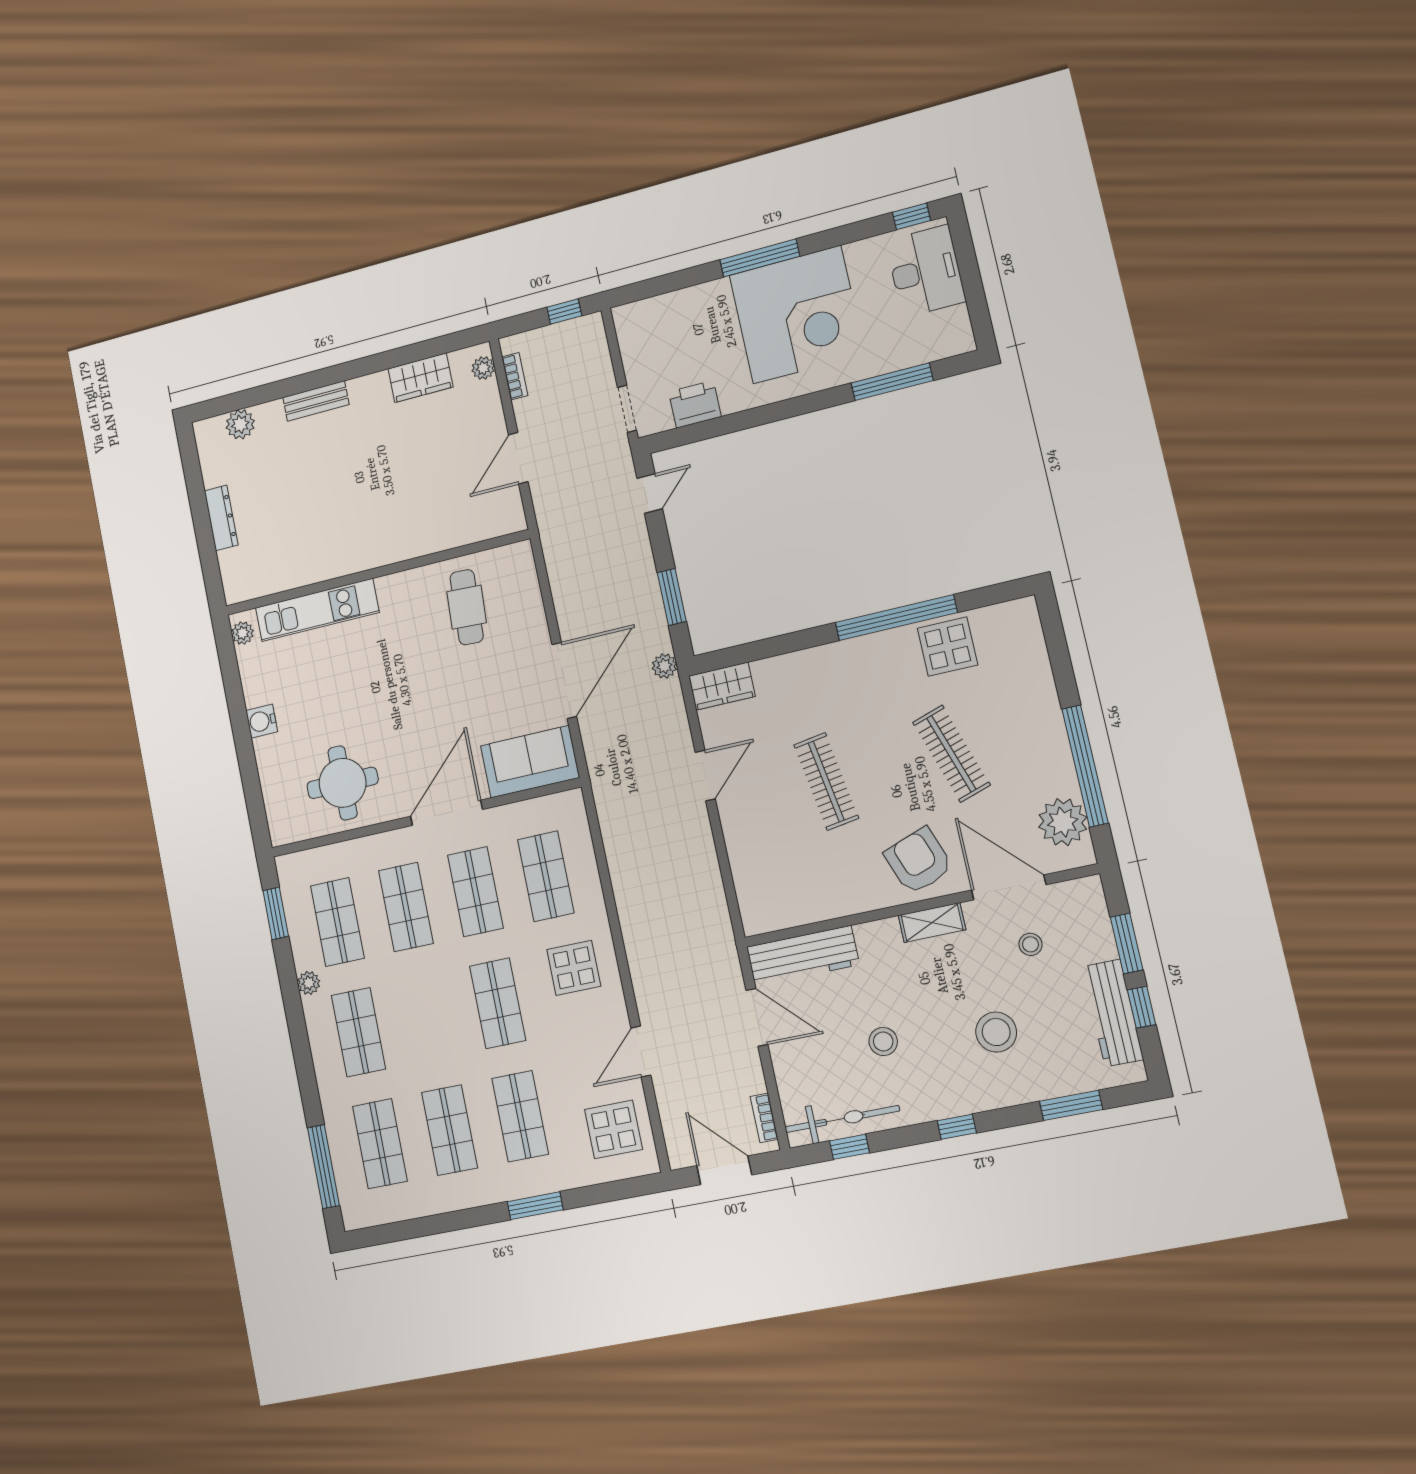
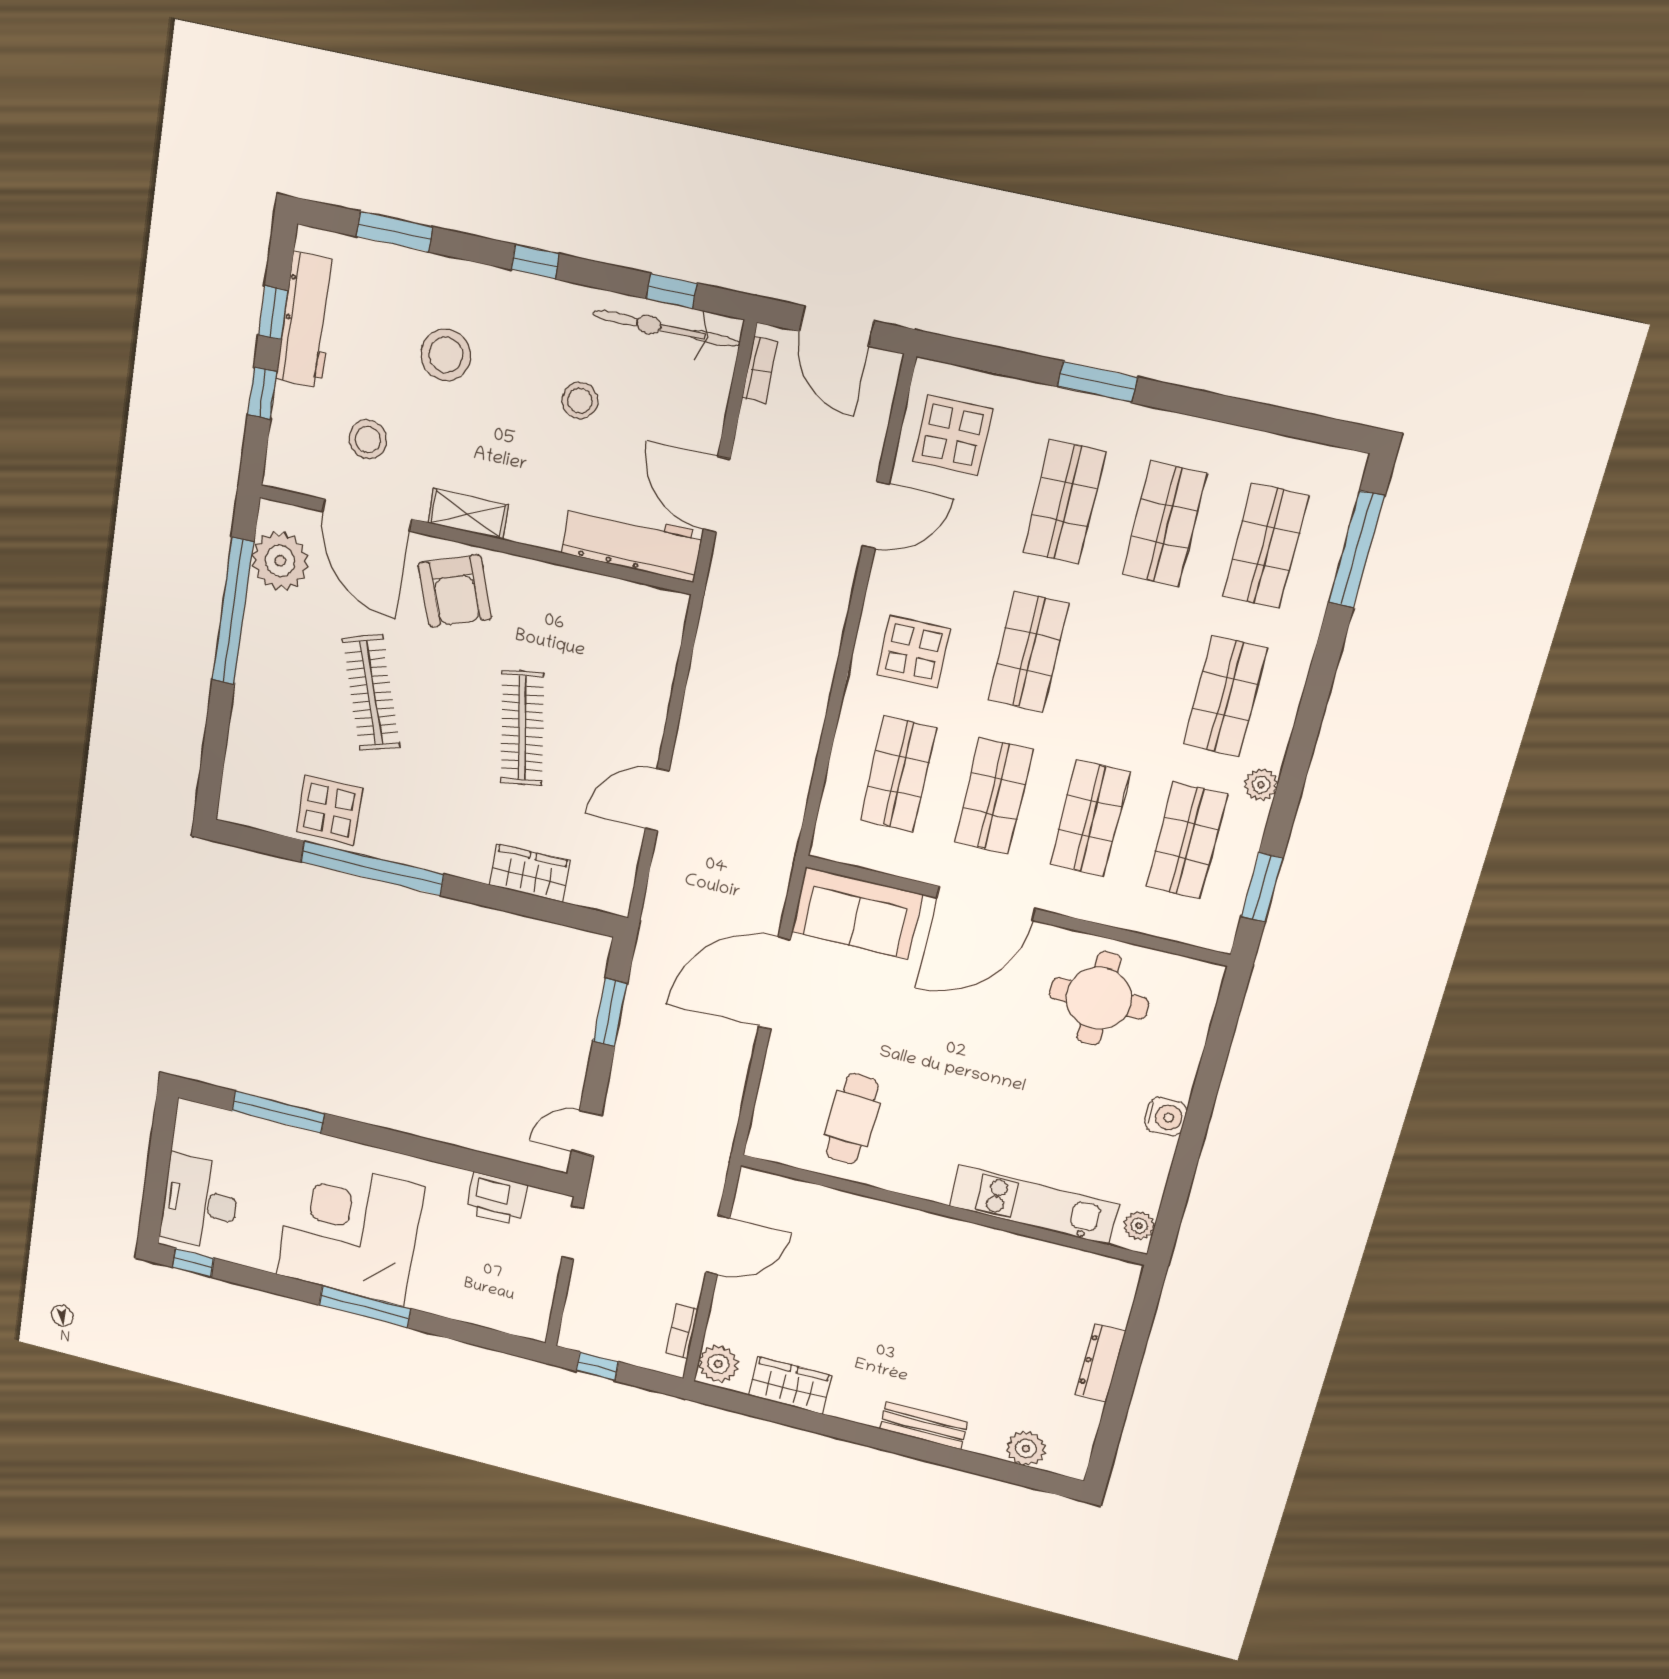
plant: (483, 368) -> (718, 1364), width x1.38, depth x1.38
plant: (664, 666) -> (651, 942), removed
wardrobe: (722, 686) -> (530, 873), moved
window: (1127, 943) -> (262, 393), width x0.67
stool: (1030, 944) -> (368, 439), width x1.37, depth x1.37

